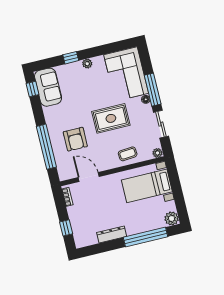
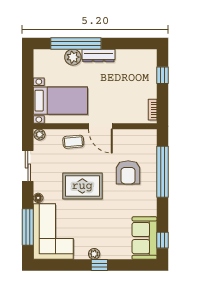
window: (71, 58) -> (99, 265), moved
window: (153, 90) -> (28, 227), moved
armchair: (75, 139) -> (128, 172), turned 180
door: (89, 177) -> (100, 126), moved
plant: (172, 218) -> (73, 57), moved
dresser: (112, 235) -> (98, 55), moved

